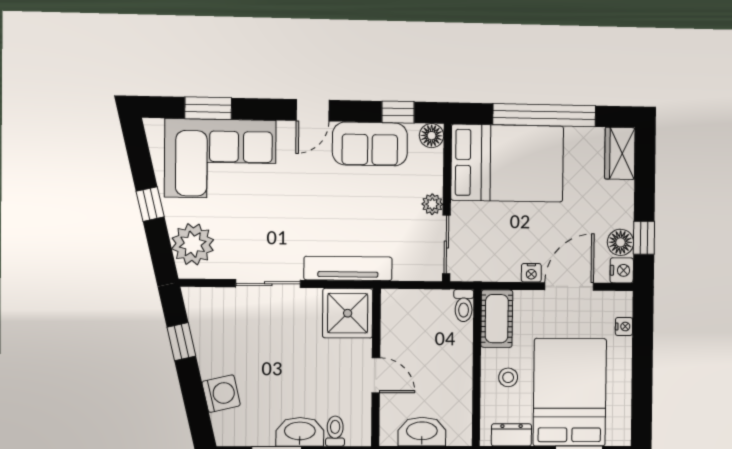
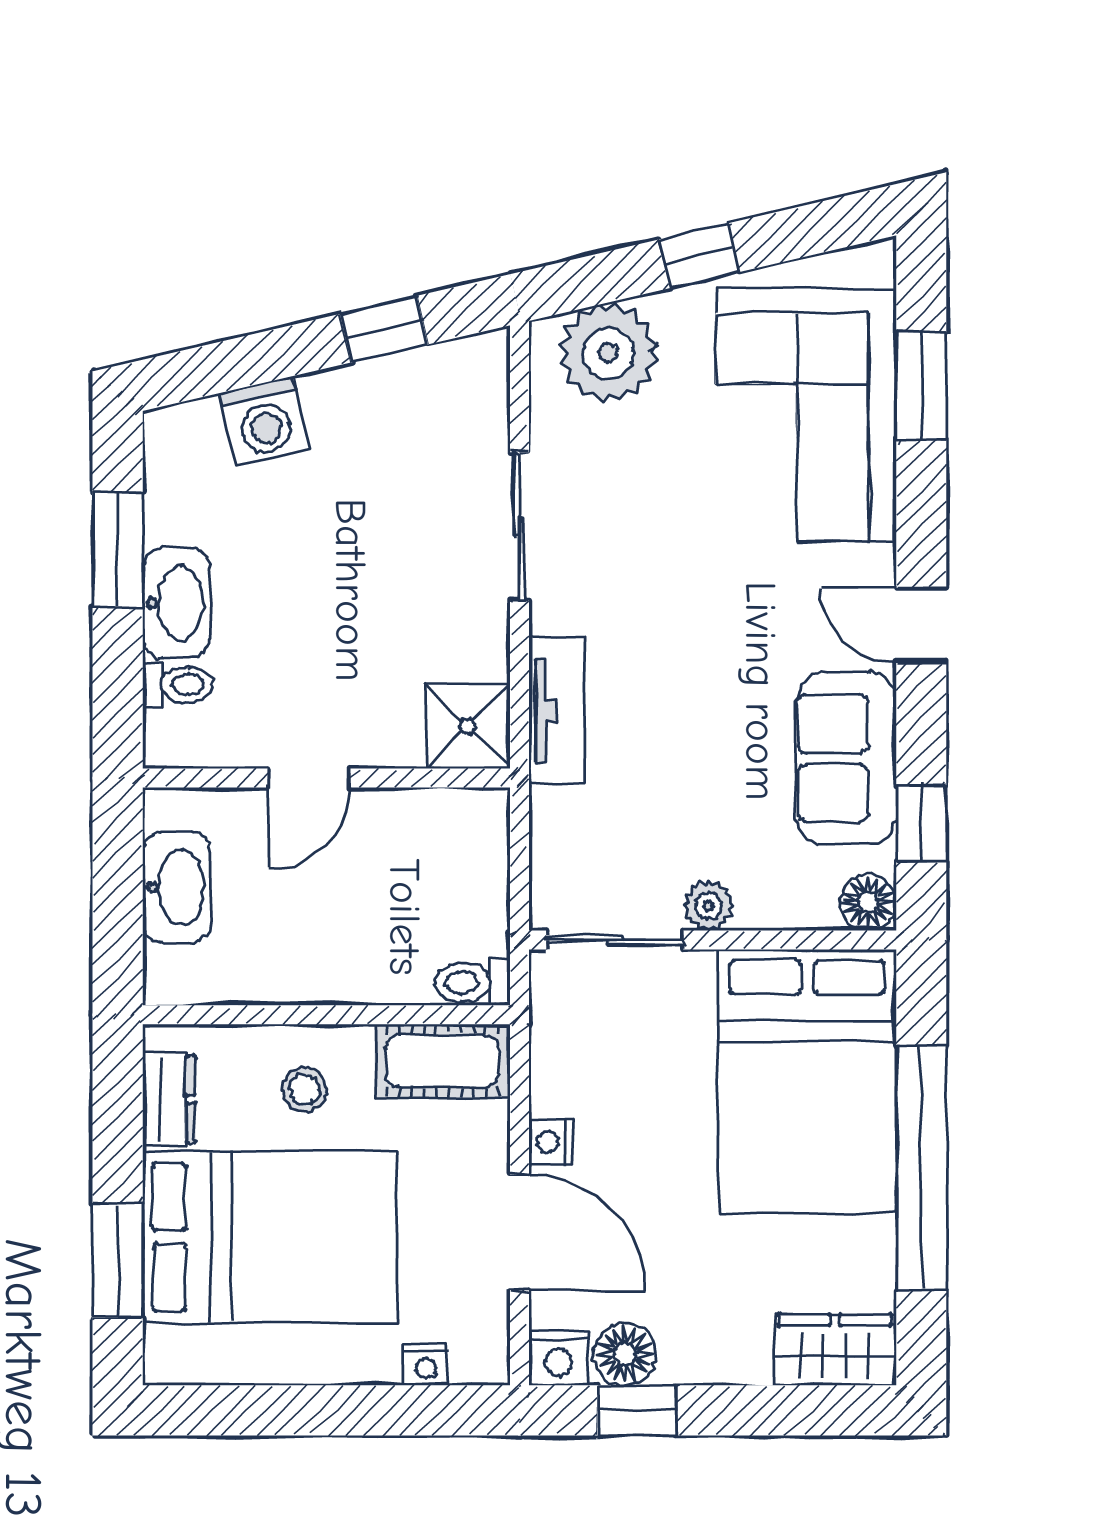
tv unit: (348, 268) -> (556, 711), width x0.71
shower: (348, 313) -> (468, 726), width x0.73, depth x0.73

